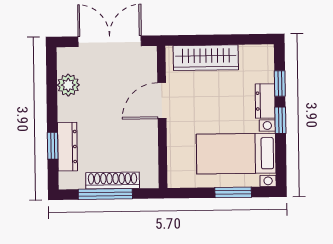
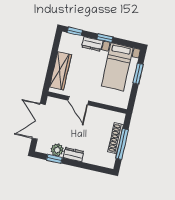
window: (280, 84) -> (75, 31), moved
window: (53, 146) -> (54, 159), moved
dresser: (67, 147) -> (74, 155), moved, width x0.70

